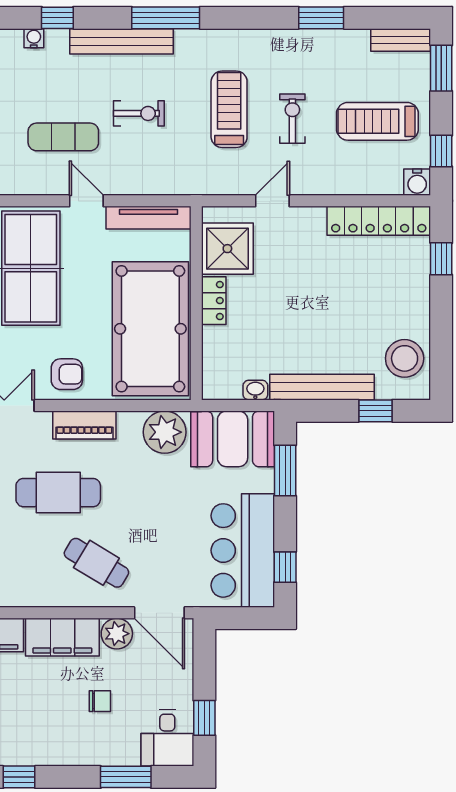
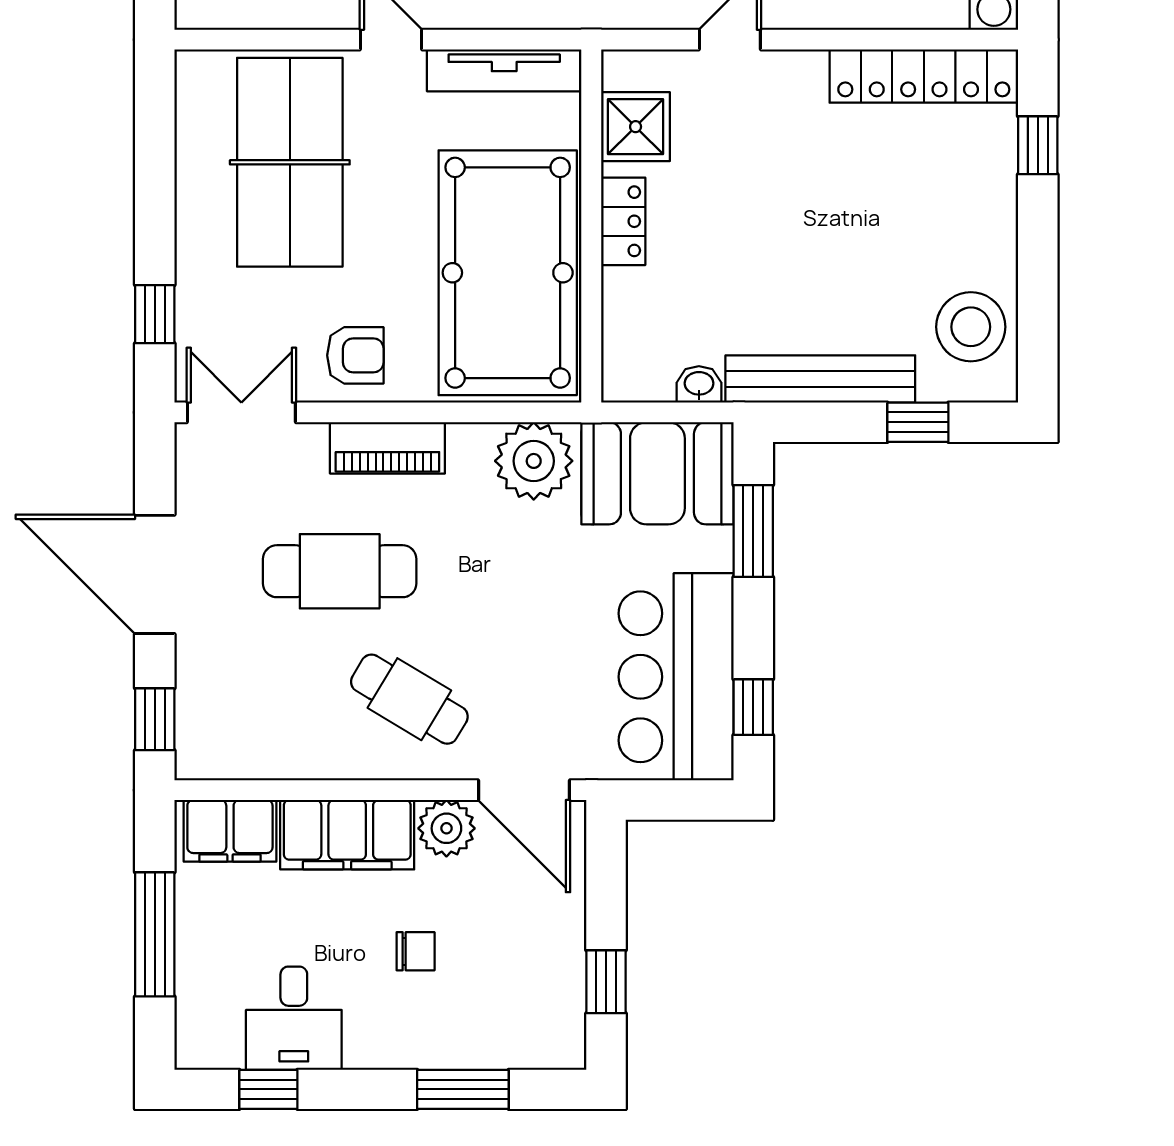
shower: (227, 249) -> (636, 127), width x0.73, depth x0.73
desk: (167, 738) -> (294, 1018), moved

